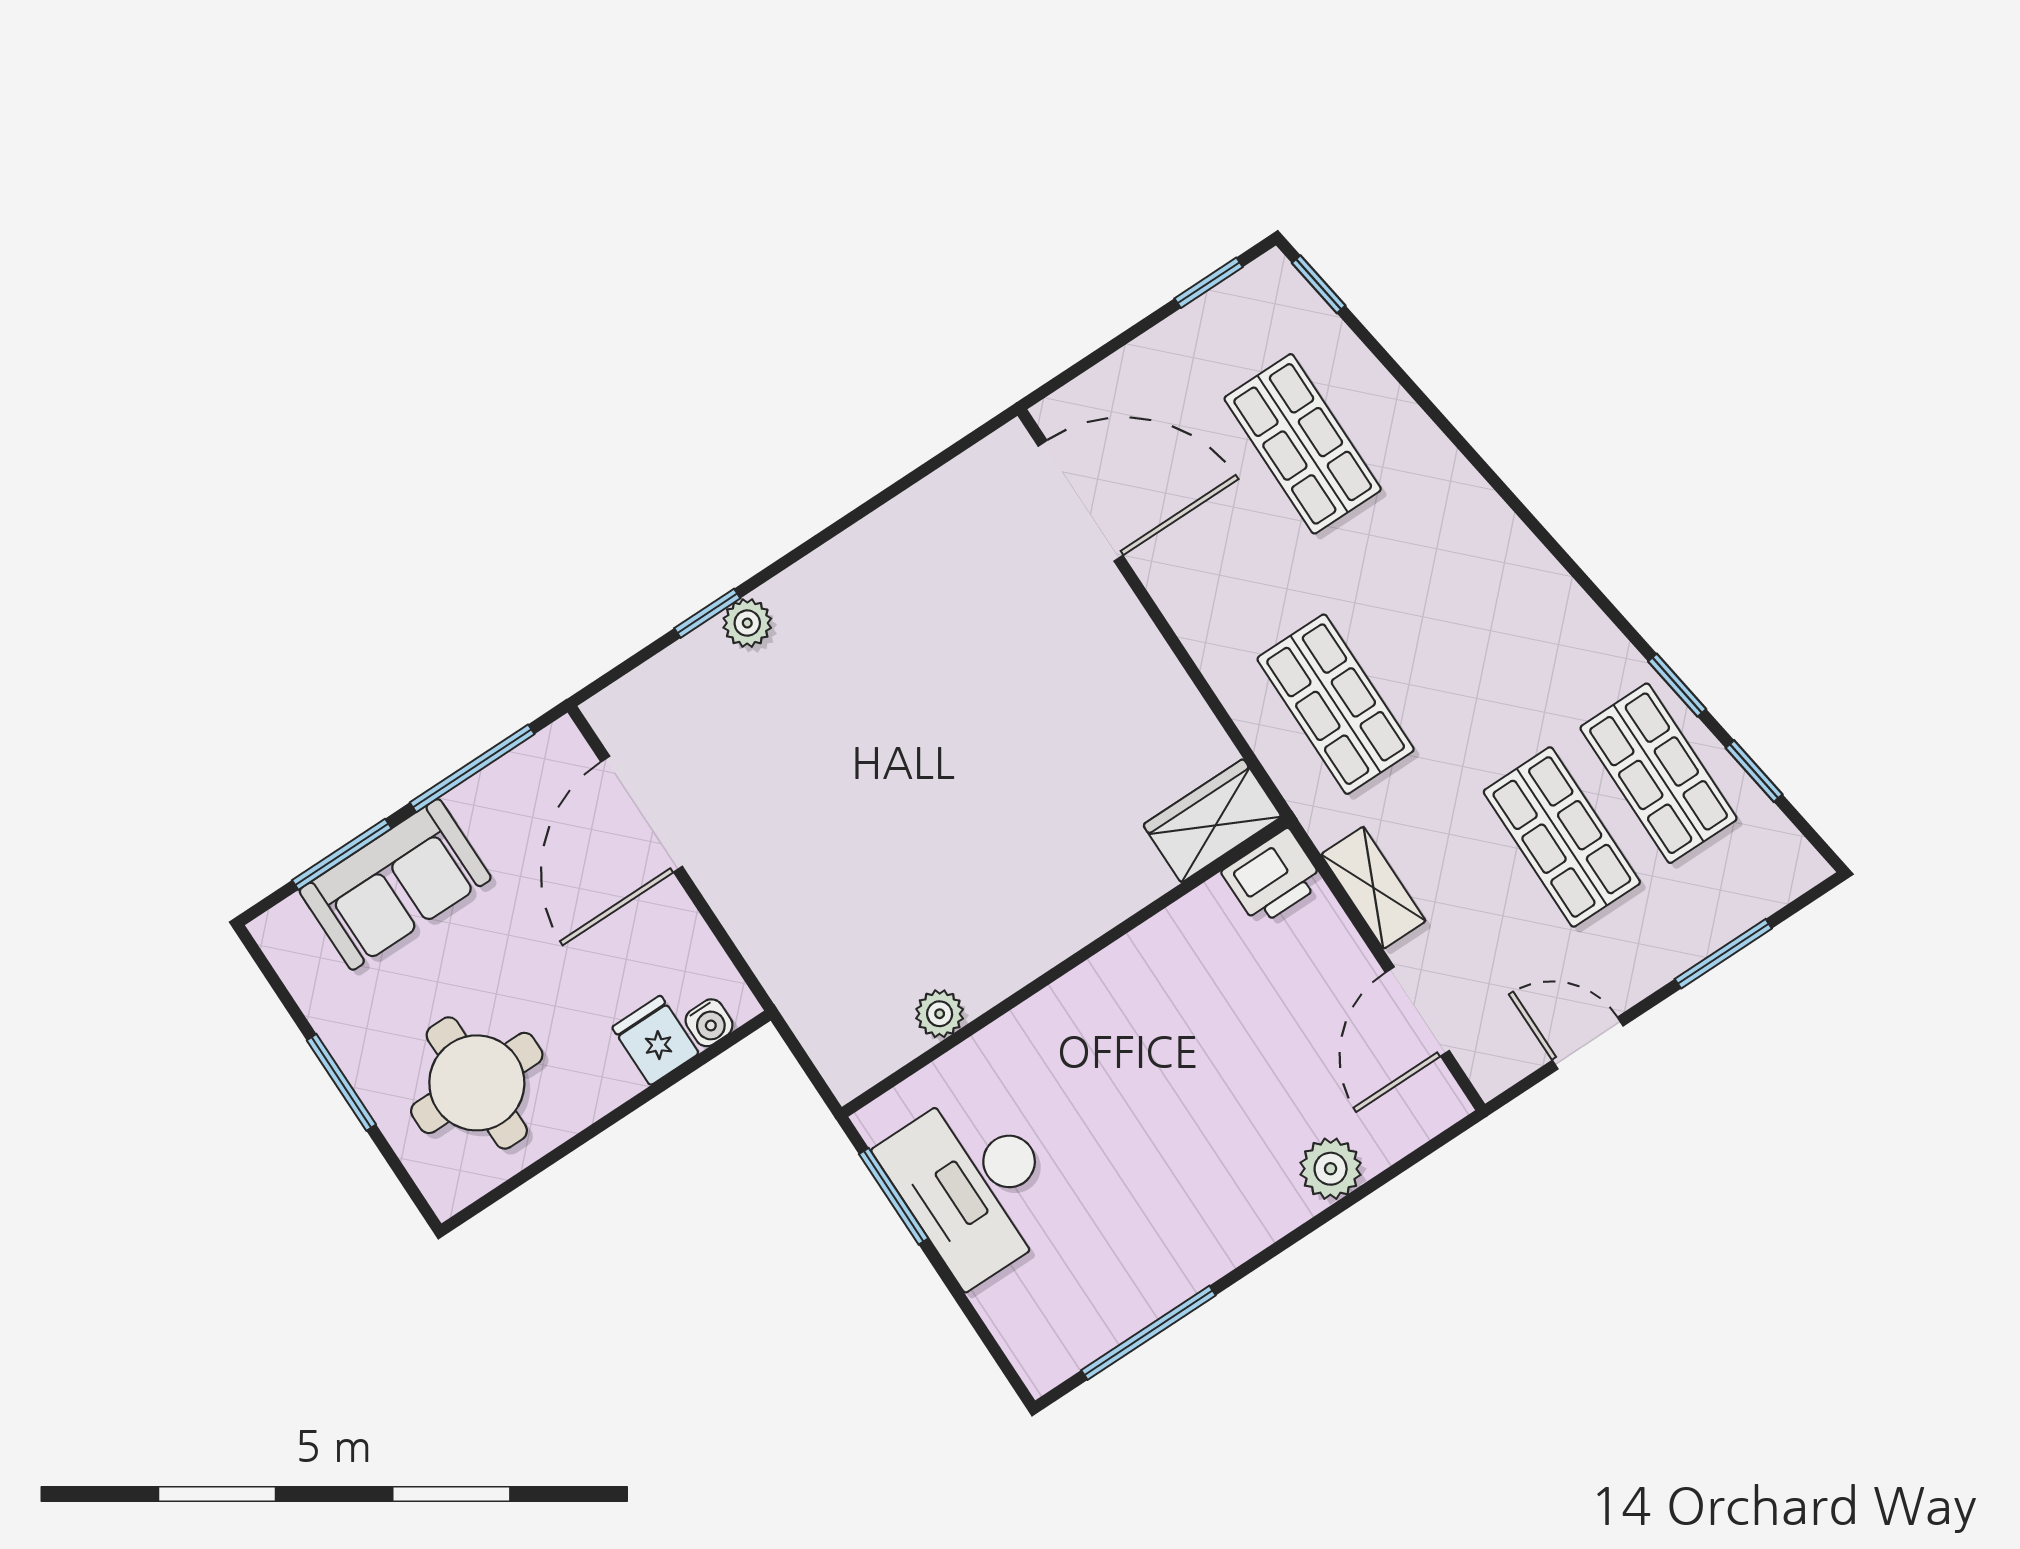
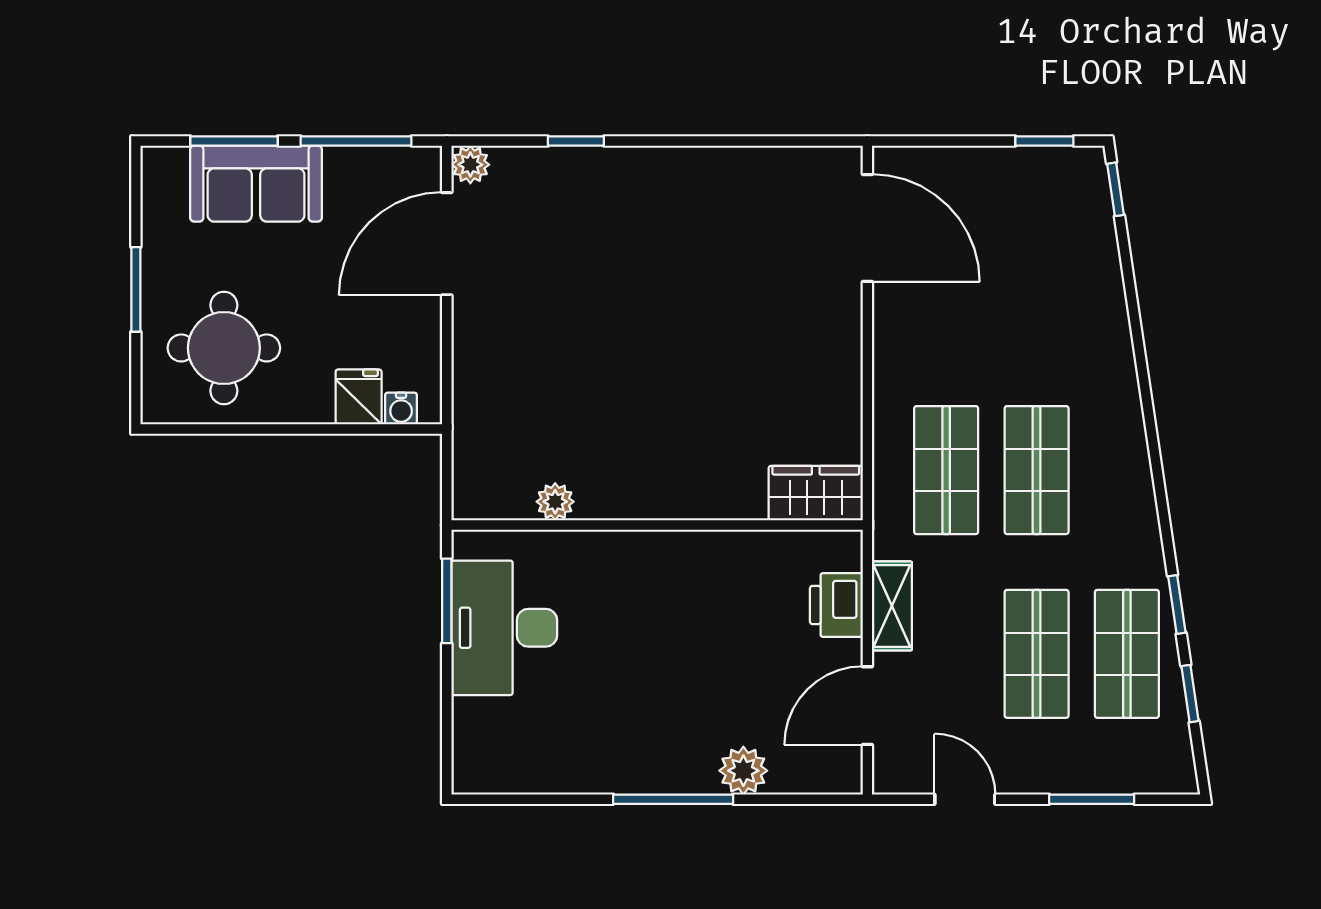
shop shelf: (1303, 444) -> (1037, 470), moved
plant: (747, 623) -> (470, 165), moved
printer: (1273, 877) -> (836, 605), moved, turned 90
window: (1148, 1333) -> (673, 799), moved

